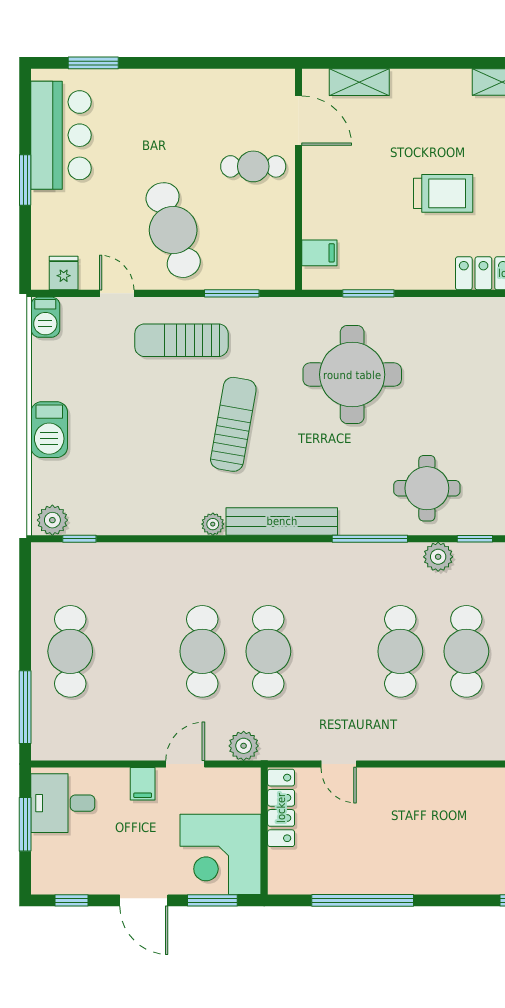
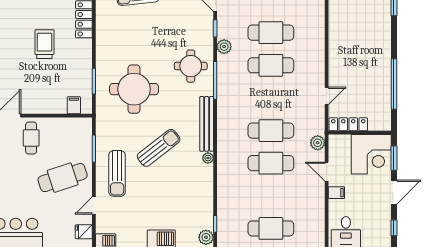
sun lounger: (233, 424) -> (159, 148), turned 132
round table: (427, 488) -> (191, 66), moved

